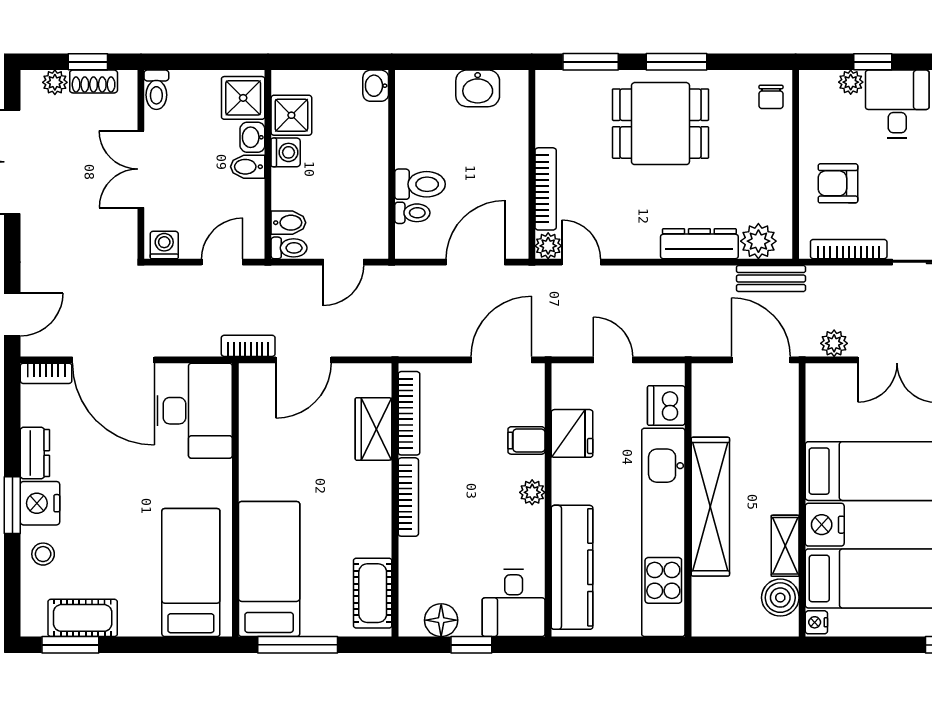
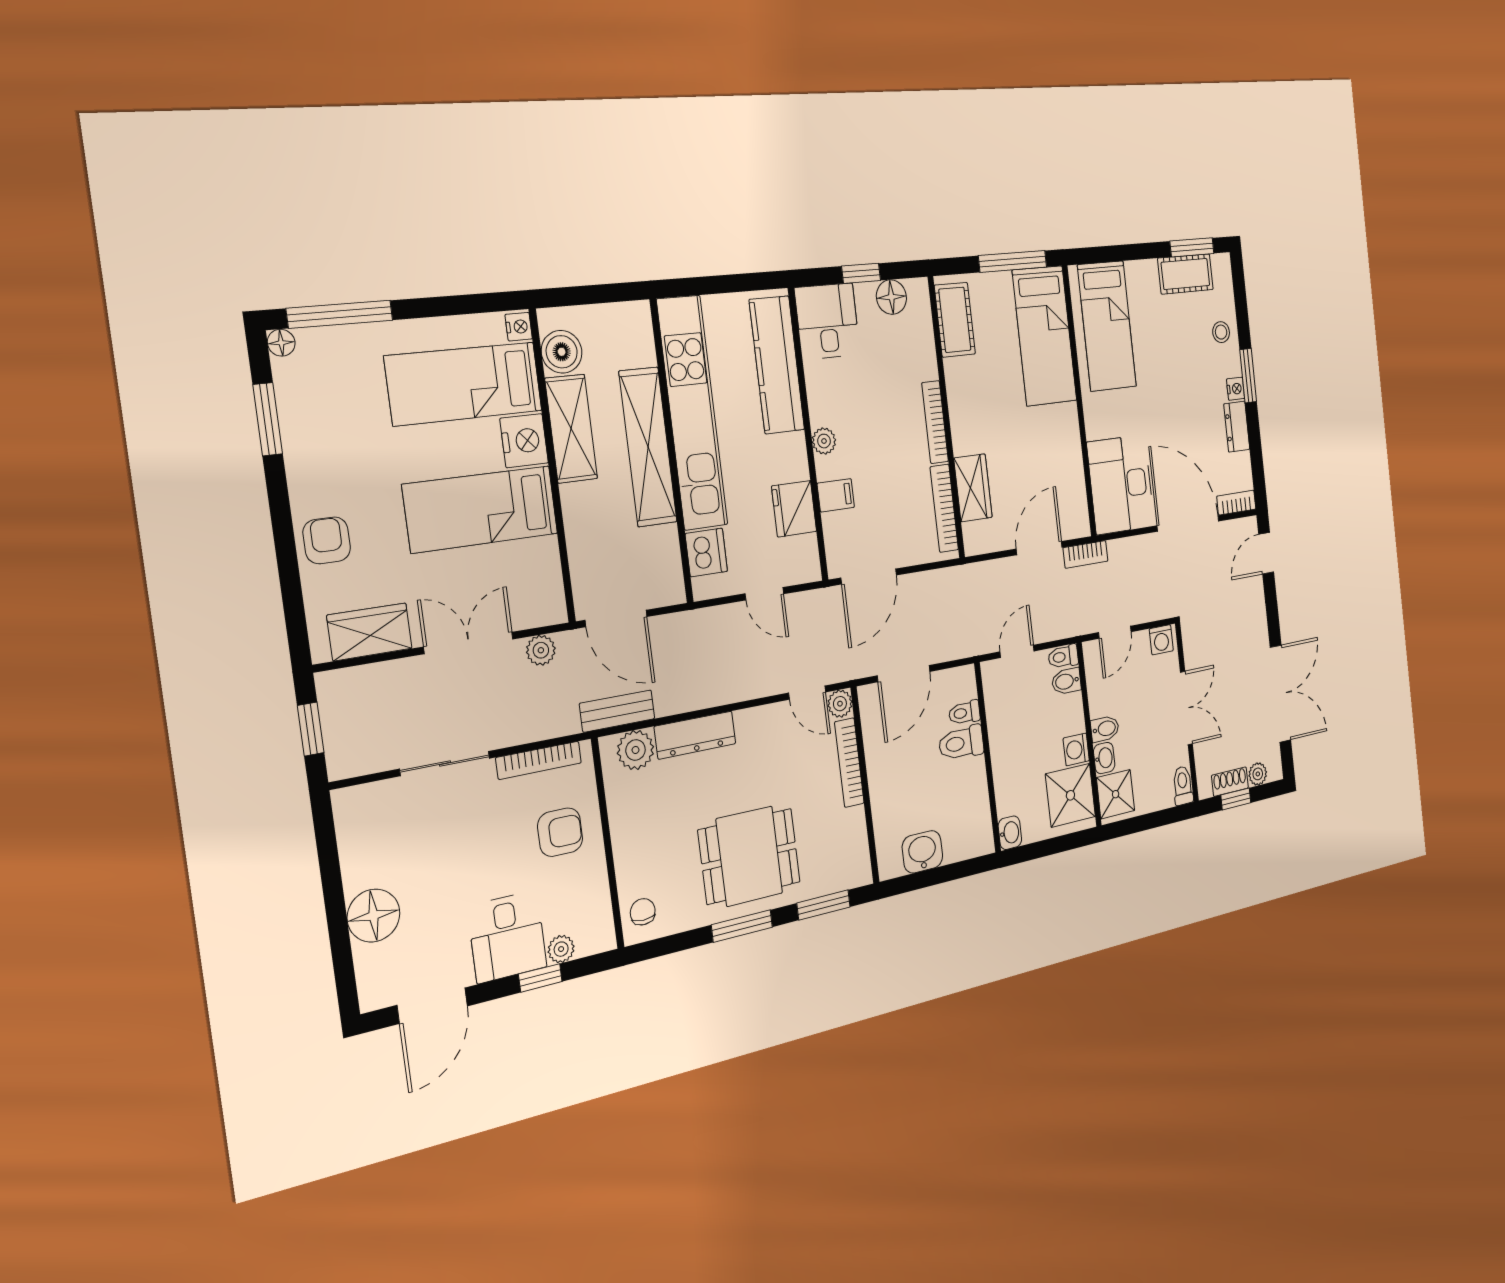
shower: (291, 115) -> (1070, 795), width x1.36, depth x1.36
nightstand: (40, 503) -> (1236, 389), width x0.53, depth x0.56
shelving: (785, 546) -> (571, 429), width x1.50, depth x1.33

